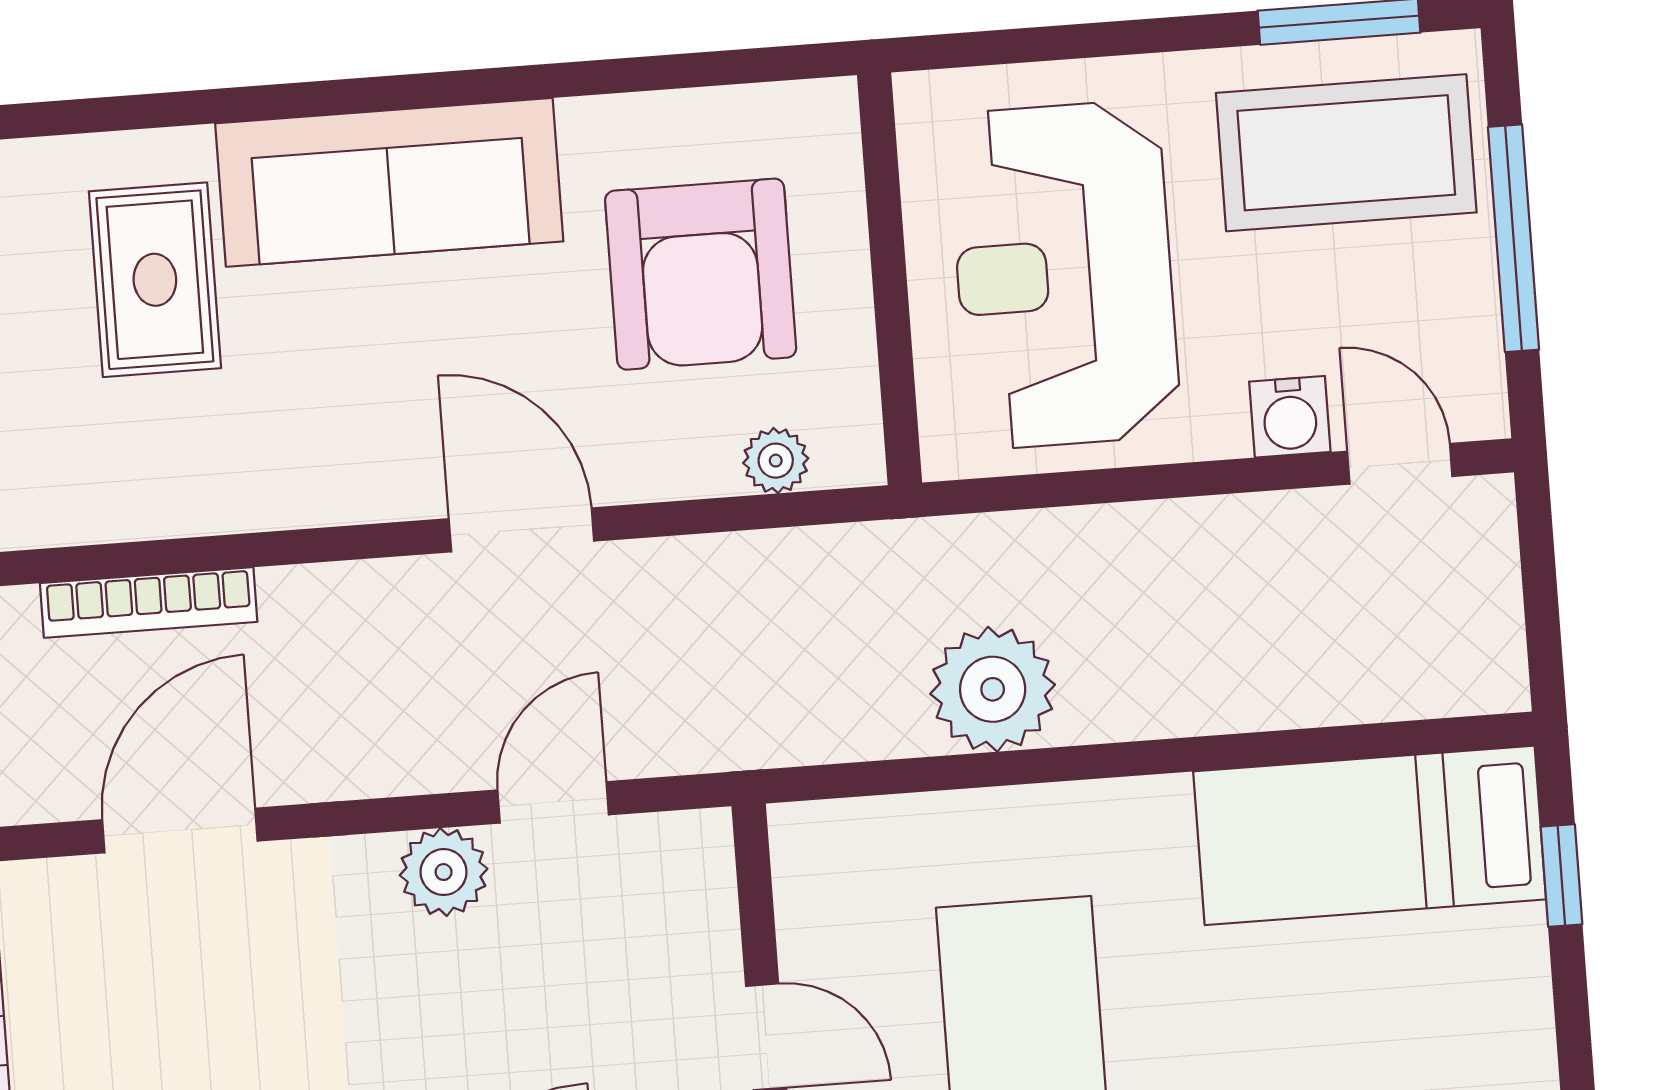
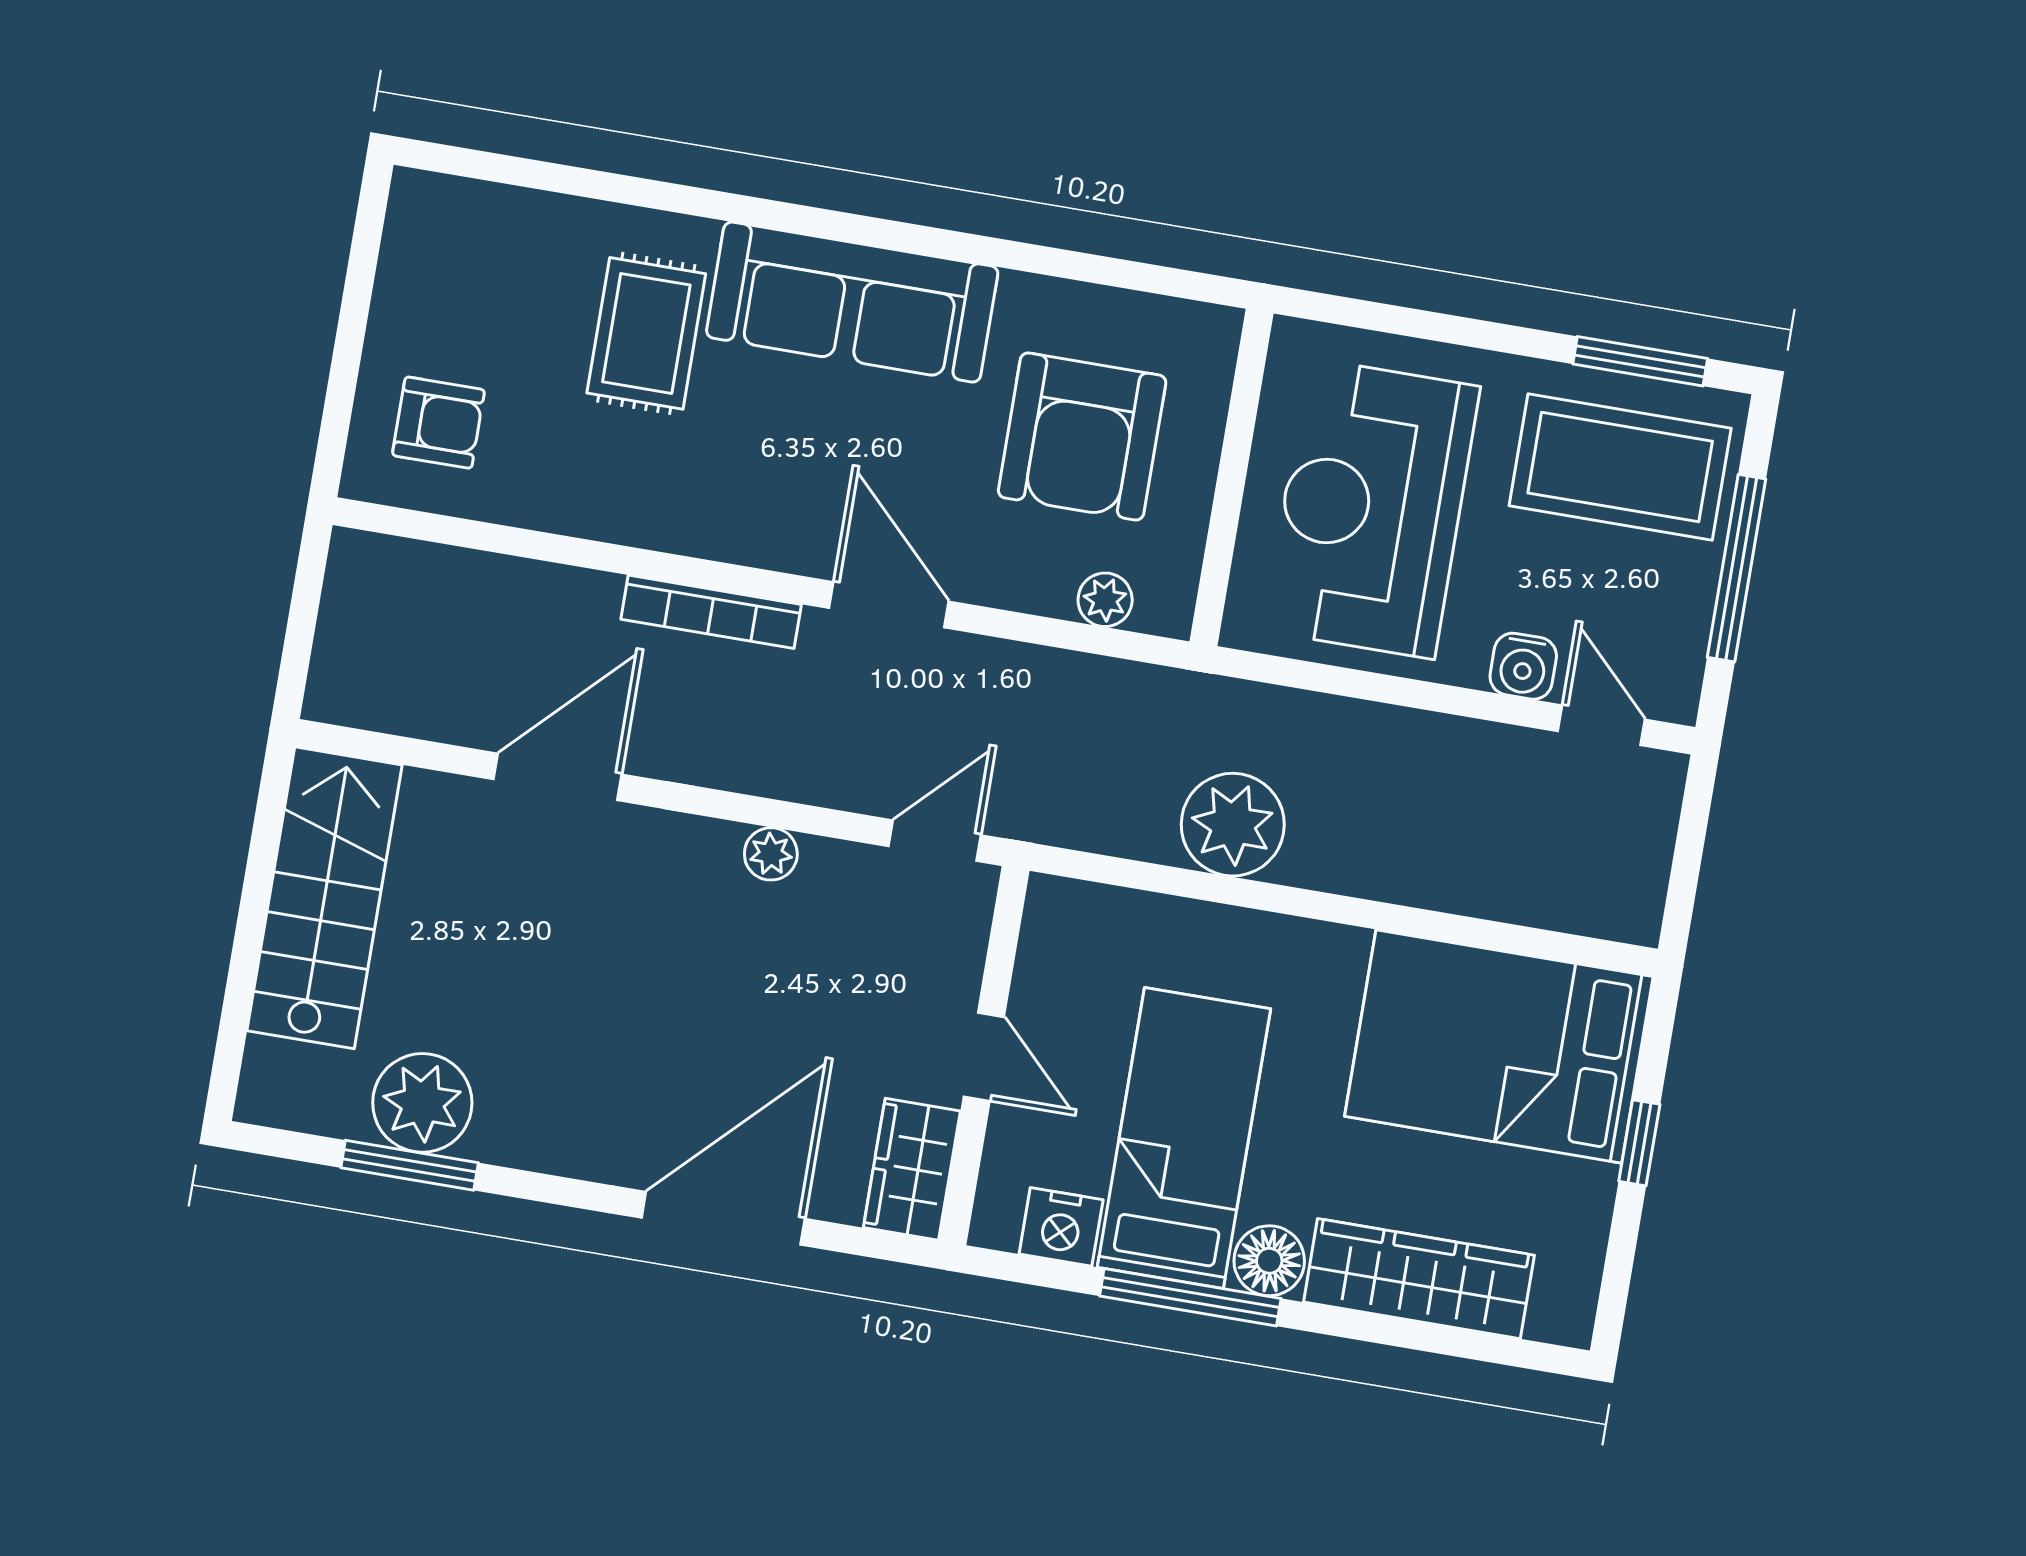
bookcase: (149, 603) -> (711, 612), moved
door: (553, 802) -> (935, 841), moved
bed: (1370, 835) -> (1499, 1046), width x1.50
plant: (444, 872) -> (771, 854), width x0.73, depth x0.73
window: (1561, 875) -> (1639, 1143), moved

